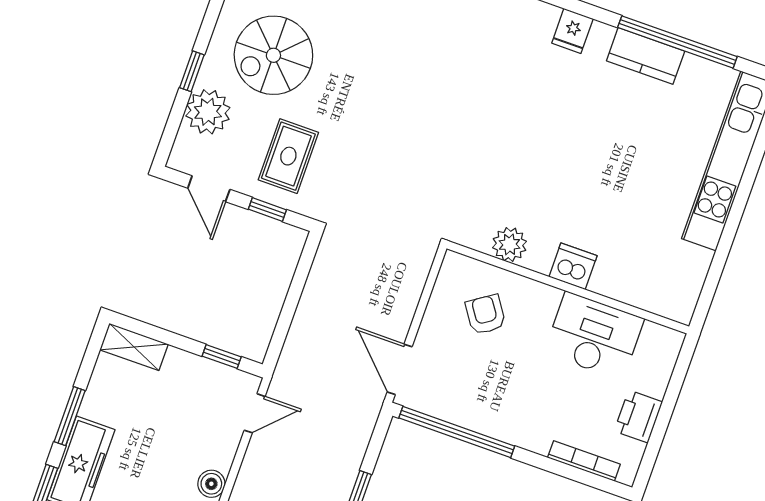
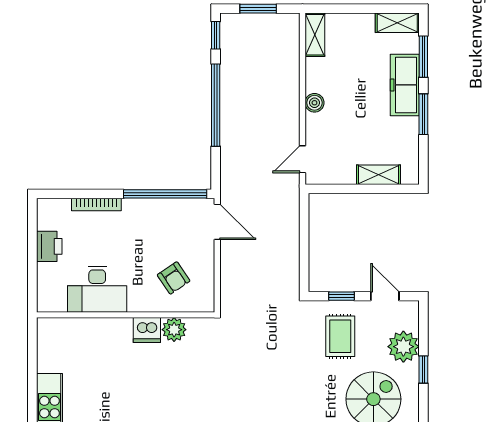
dishwasher: (573, 266) -> (147, 330), moved
shelving: (134, 347) -> (379, 175), moved
window: (222, 357) -> (337, 189), removed
bookcase: (584, 461) -> (96, 205), moved

